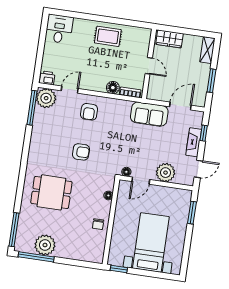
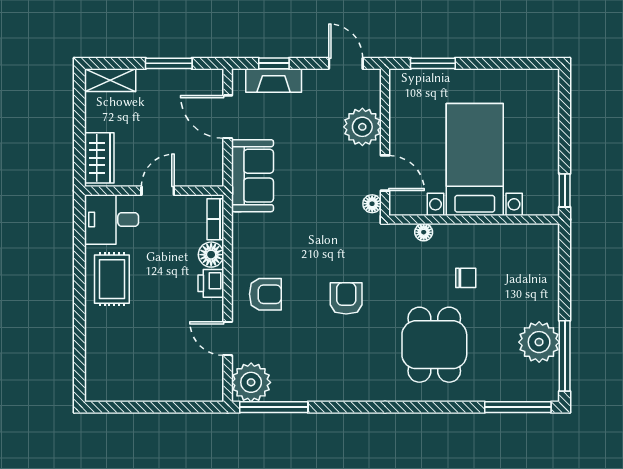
desk: (59, 29) -> (112, 219), moved
printer: (47, 78) -> (211, 283), moved
fireplace: (194, 142) -> (274, 80), moved
chair: (98, 224) -> (466, 278), moved
bed with nightstands: (151, 242) -> (475, 160), moved, turned 90

